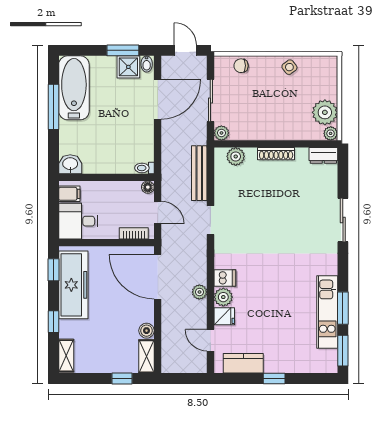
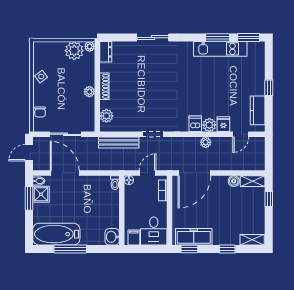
plant: (221, 133) -> (89, 92), moved
freezer: (73, 285) -> (194, 237), width x0.73, depth x0.79

